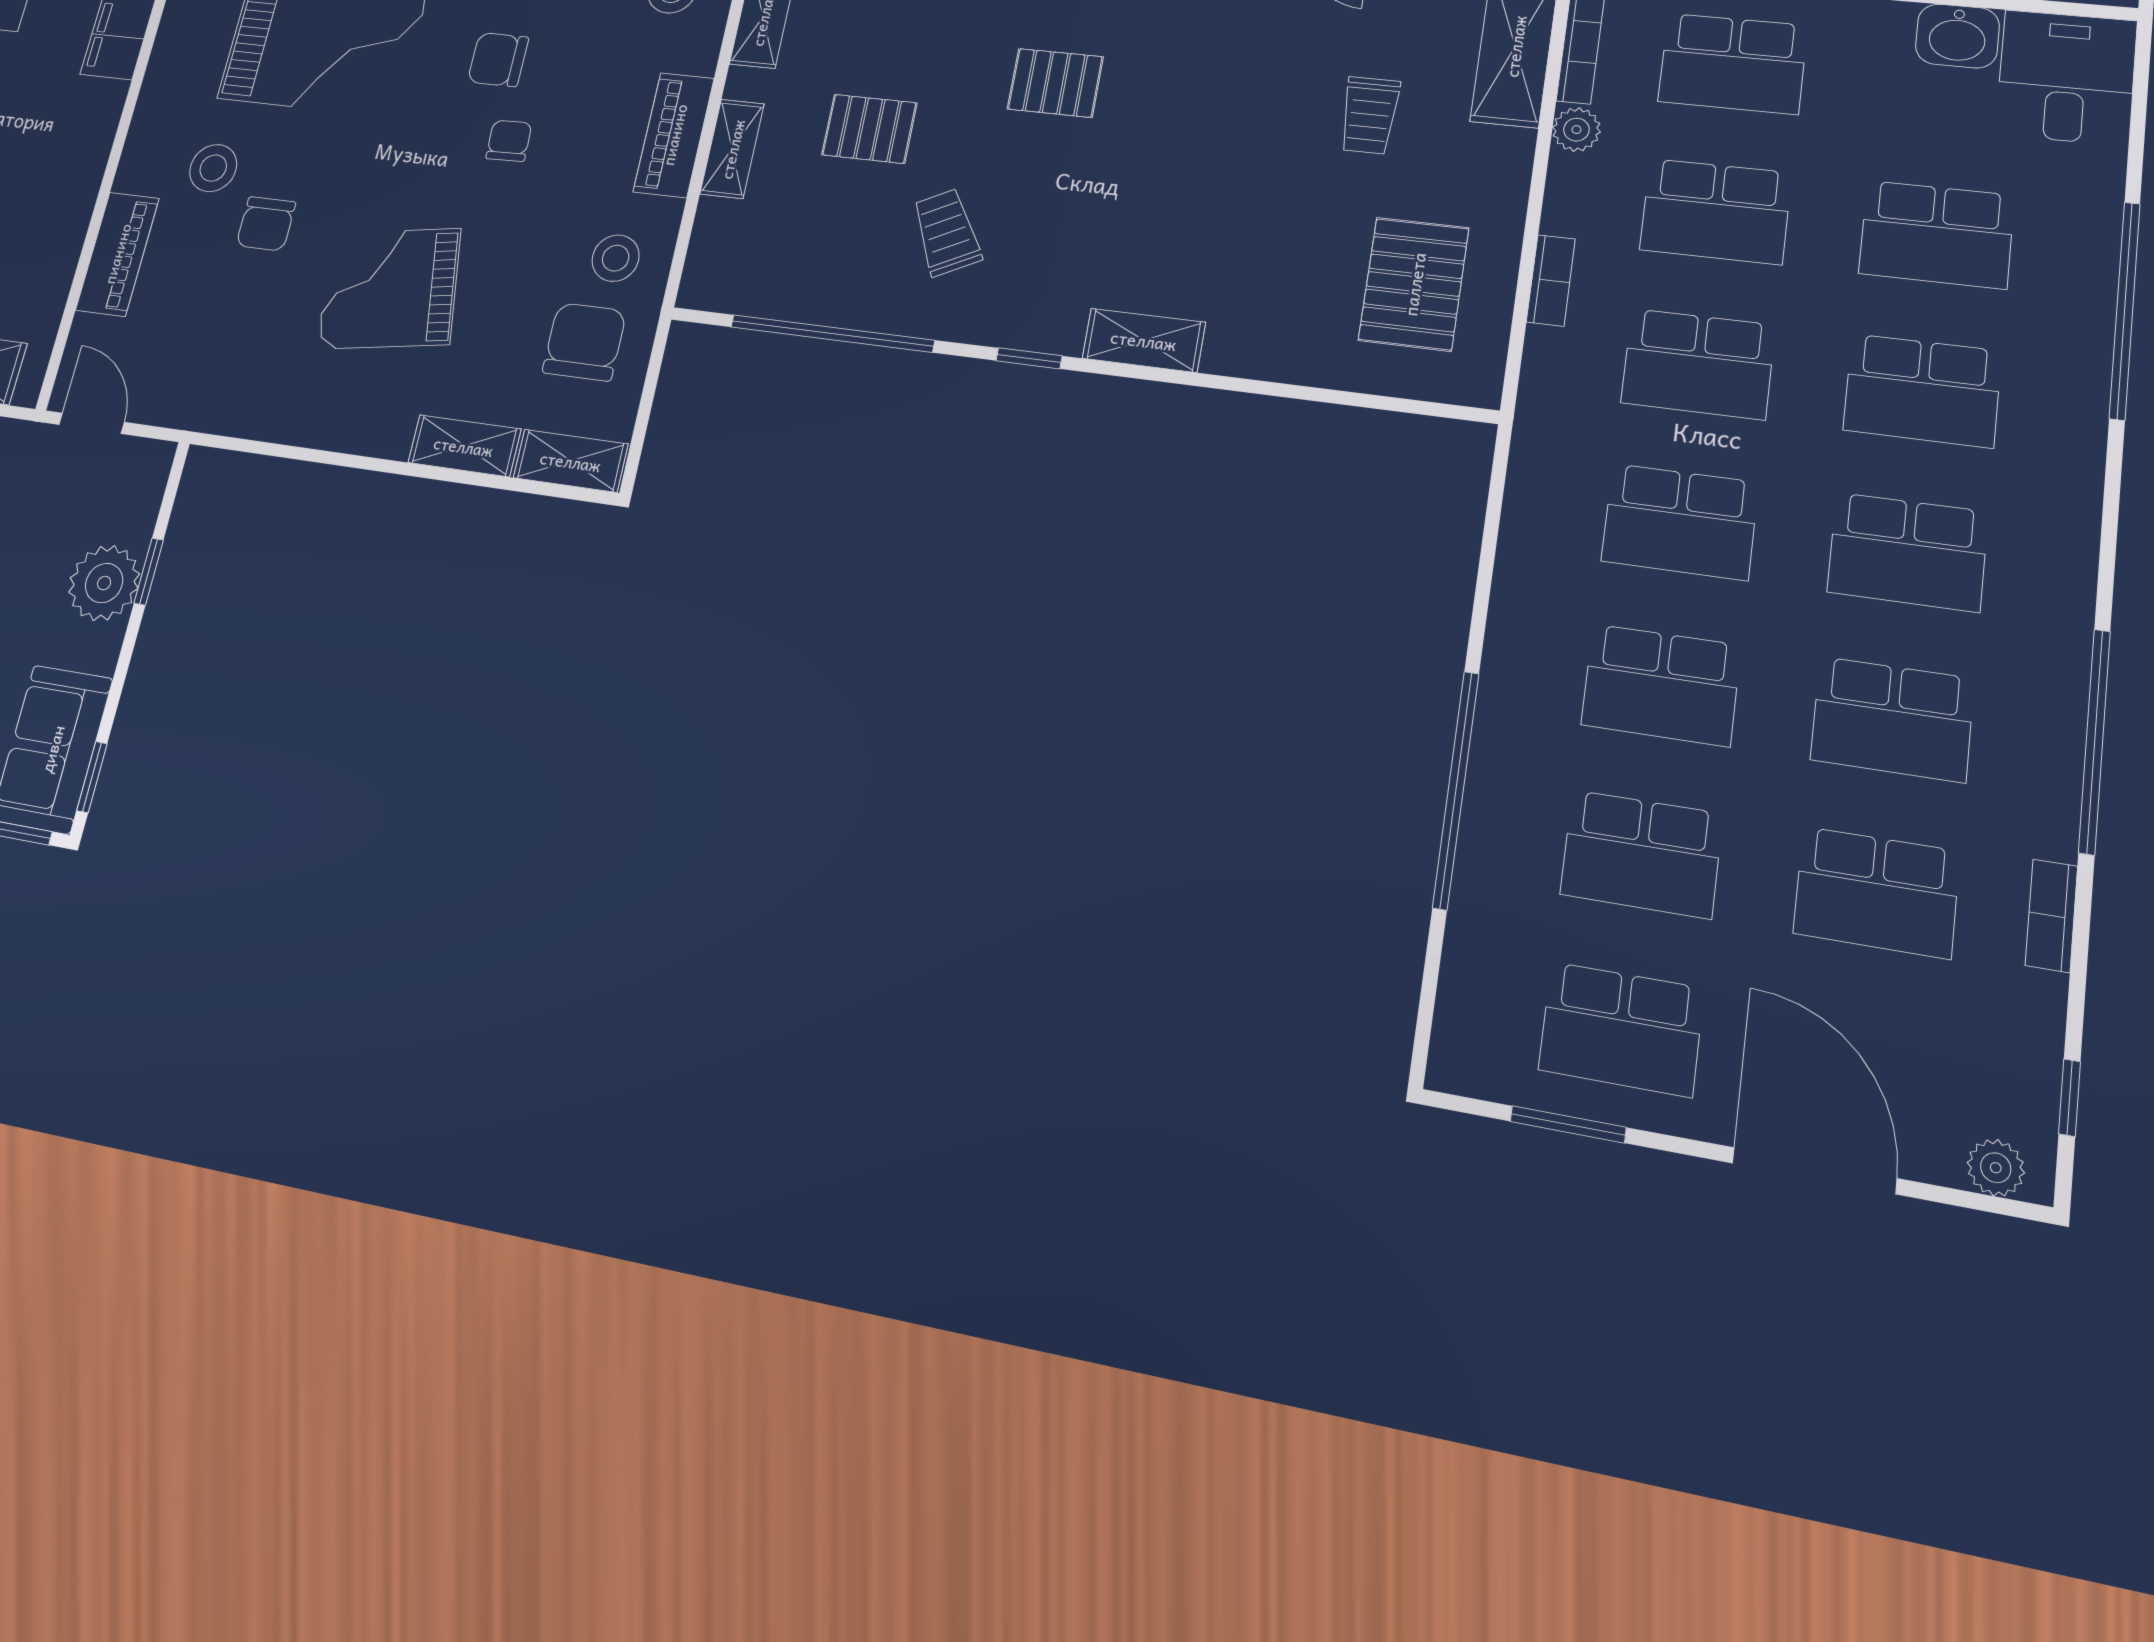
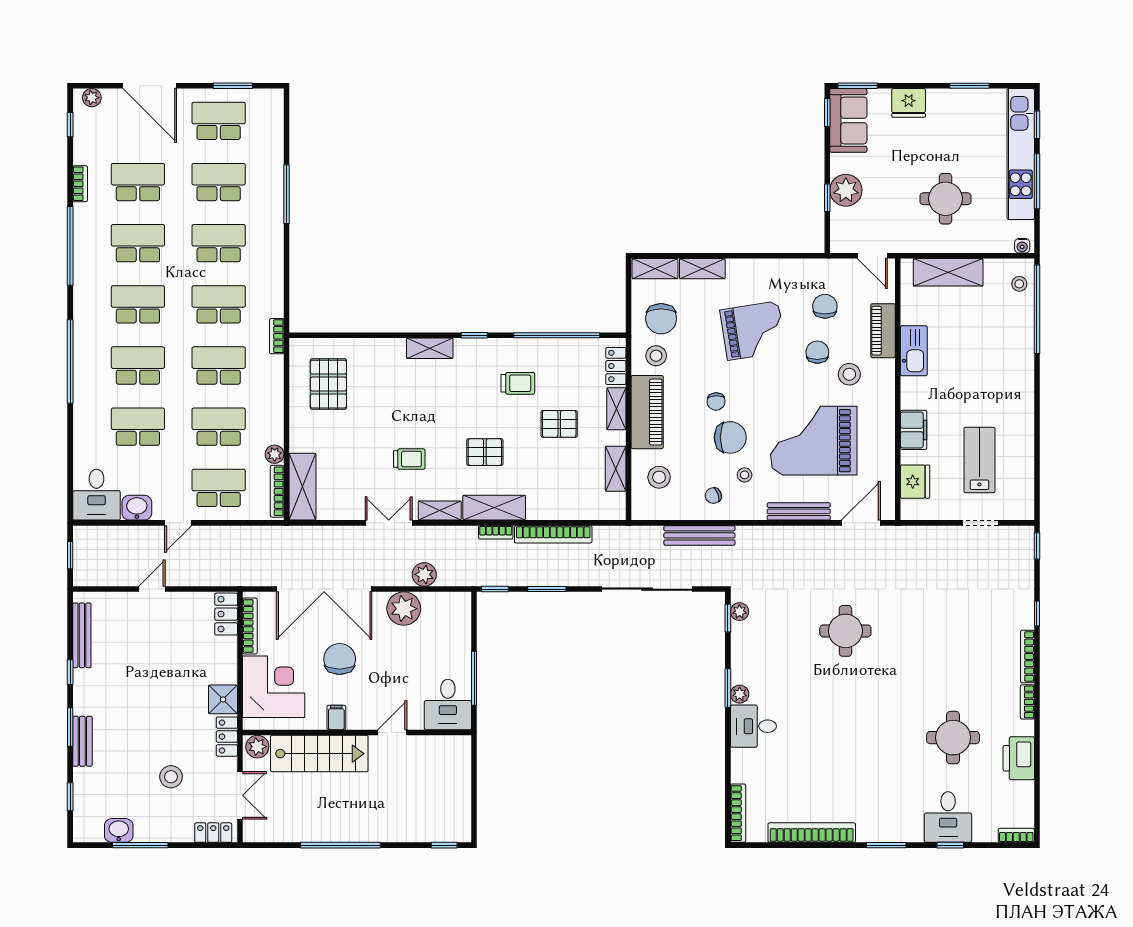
chair: (498, 60) -> (730, 437), width x1.37, depth x1.37
trolley: (1369, 115) -> (409, 459), moved, turned 90
piano: (674, 135) -> (647, 412), width x1.37, depth x1.33
kitchen sink: (68, 203) -> (914, 351), added
trolley: (947, 232) -> (518, 383), turned -63
locker: (711, 246) -> (616, 366), added
bookcase: (1551, 280) -> (277, 336), moved
window: (2125, 310) -> (70, 362), moved
chair: (222, 323) -> (825, 306), added
window: (1456, 790) -> (286, 194), width x0.68

